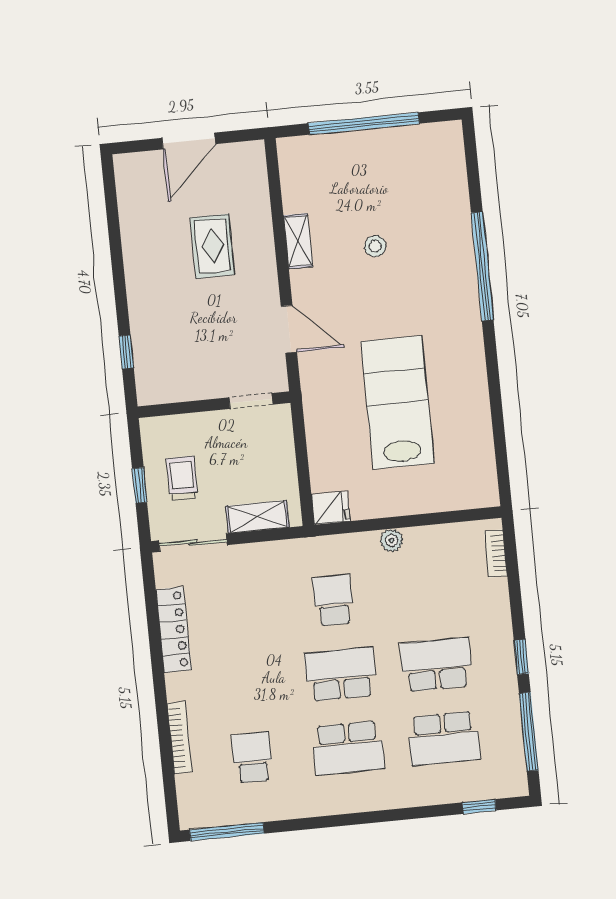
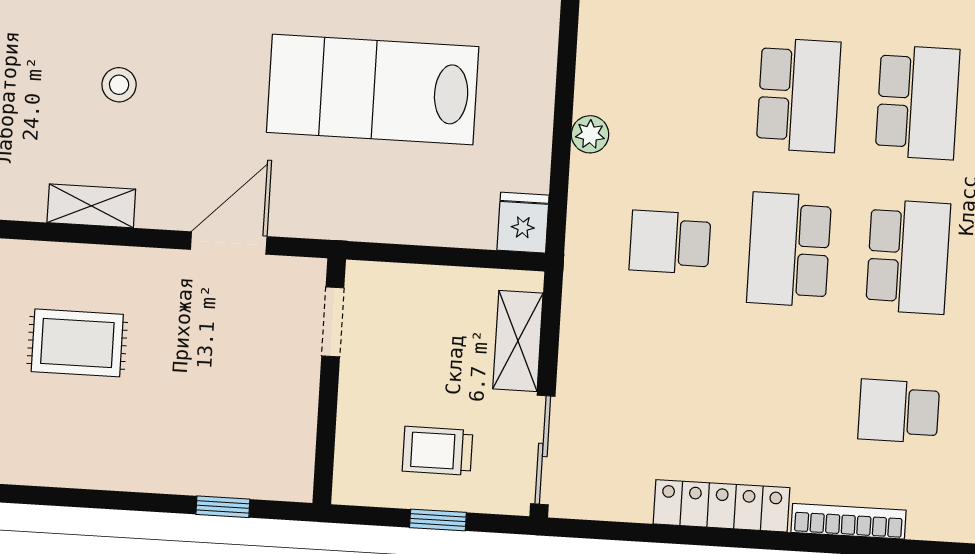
locker: (174, 630) -> (722, 506), moved
school desk: (436, 665) -> (799, 95), turned 180

